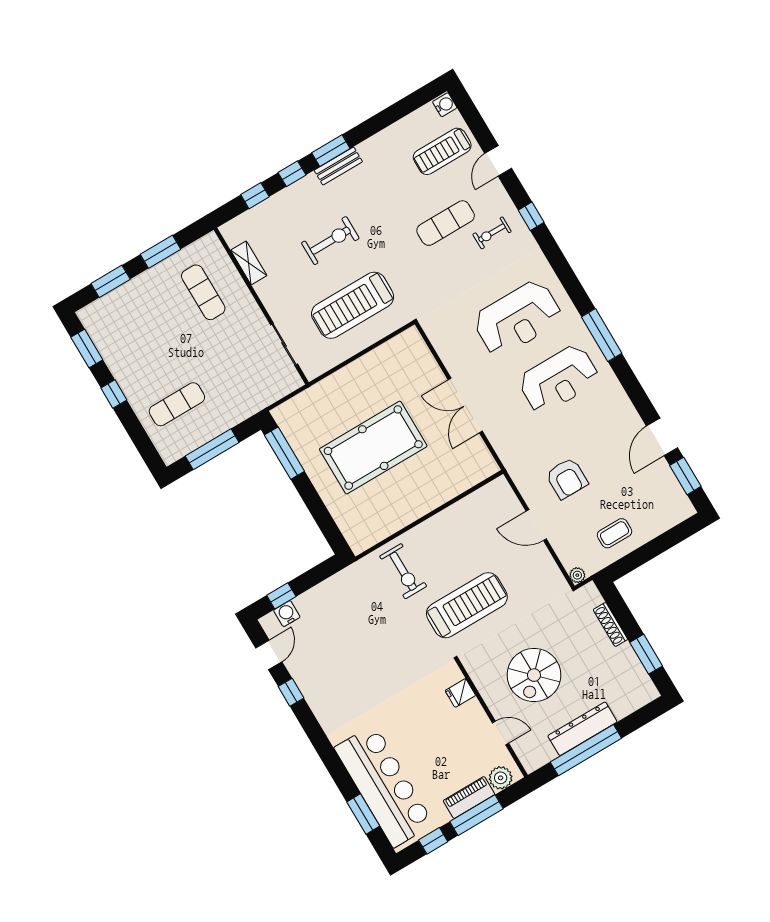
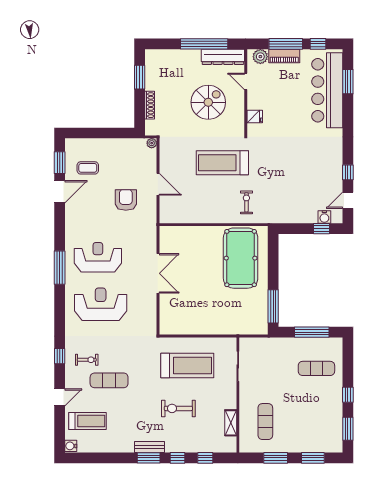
pool table: (373, 448) -> (241, 258), moved, turned 90
coffee table: (615, 533) -> (88, 168), moved
exercise bike: (403, 571) -> (246, 202), width x0.73, depth x0.72
dresser: (582, 729) -> (223, 57), moved

